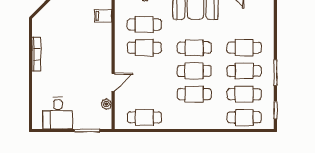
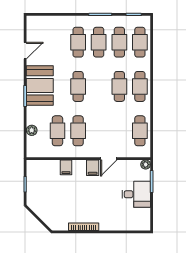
filing cabinet: (103, 16) -> (66, 167), moved
filing cabinet: (103, 64) -> (93, 168), added
cafe table: (194, 71) -> (140, 86), moved
door: (113, 82) -> (109, 159), swing flipped
plant: (106, 104) -> (146, 165), moved
desk: (58, 113) -> (136, 194), moved

